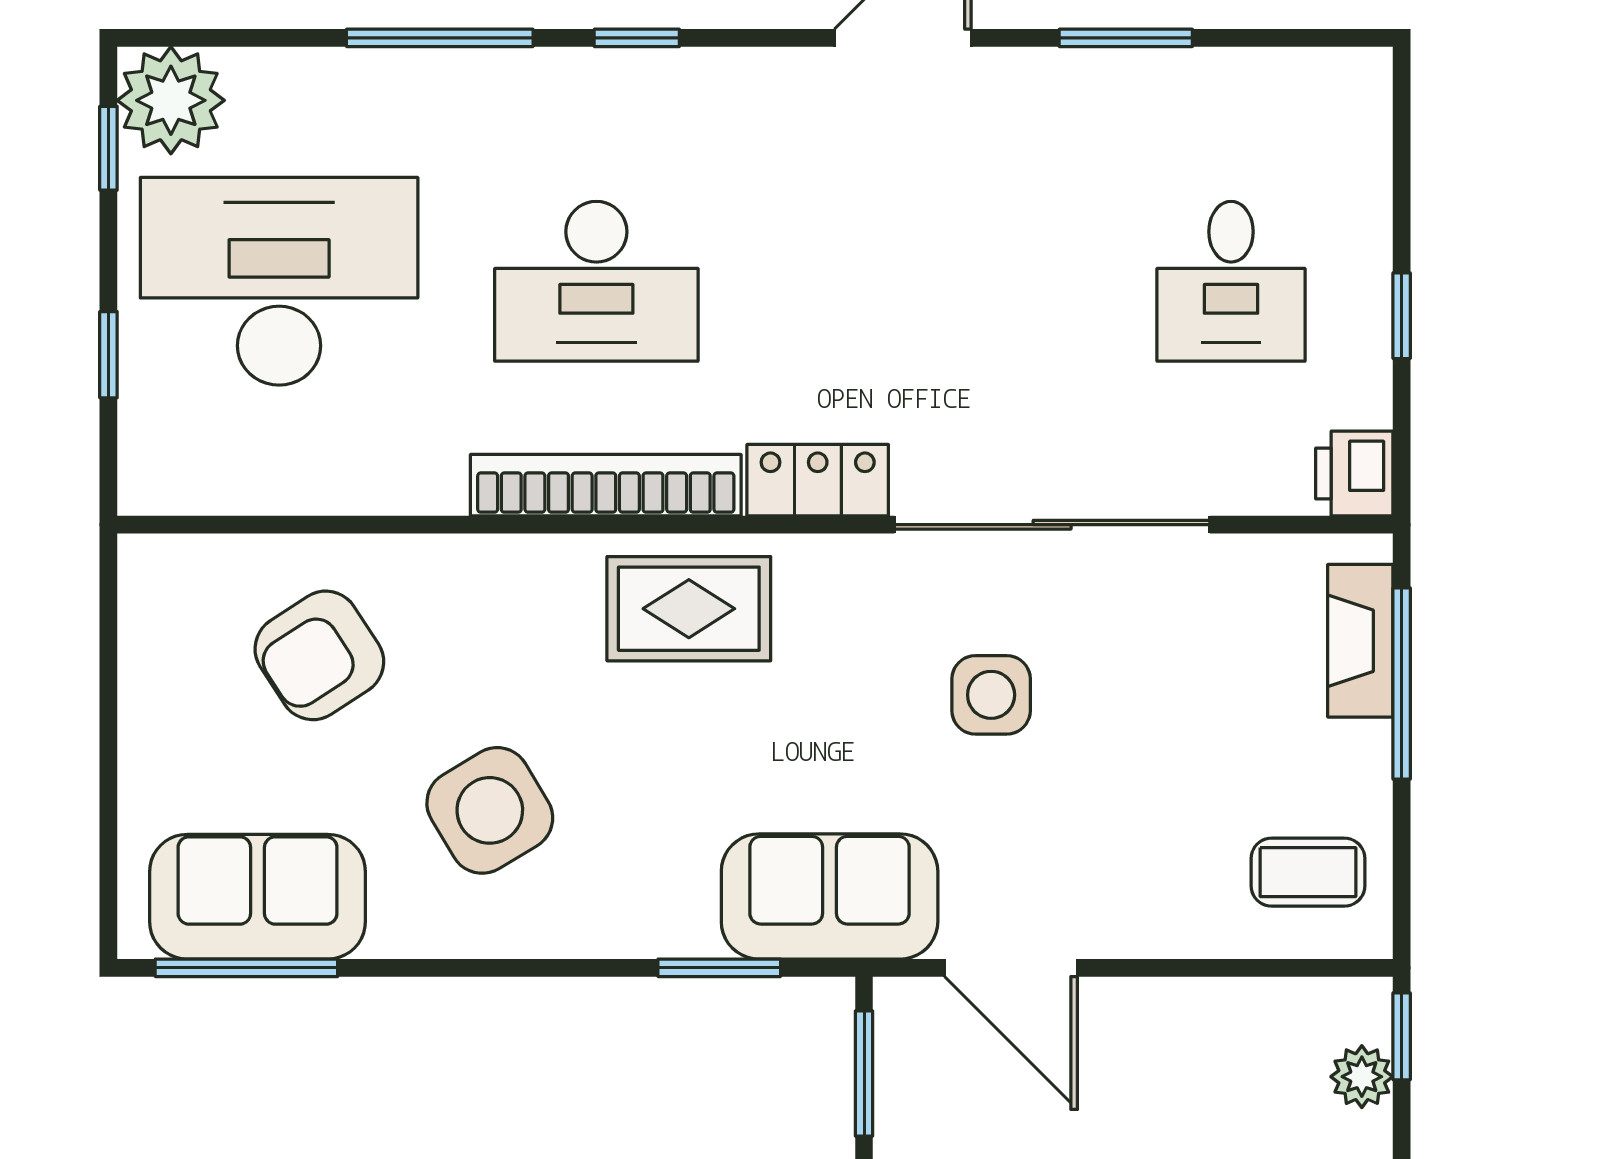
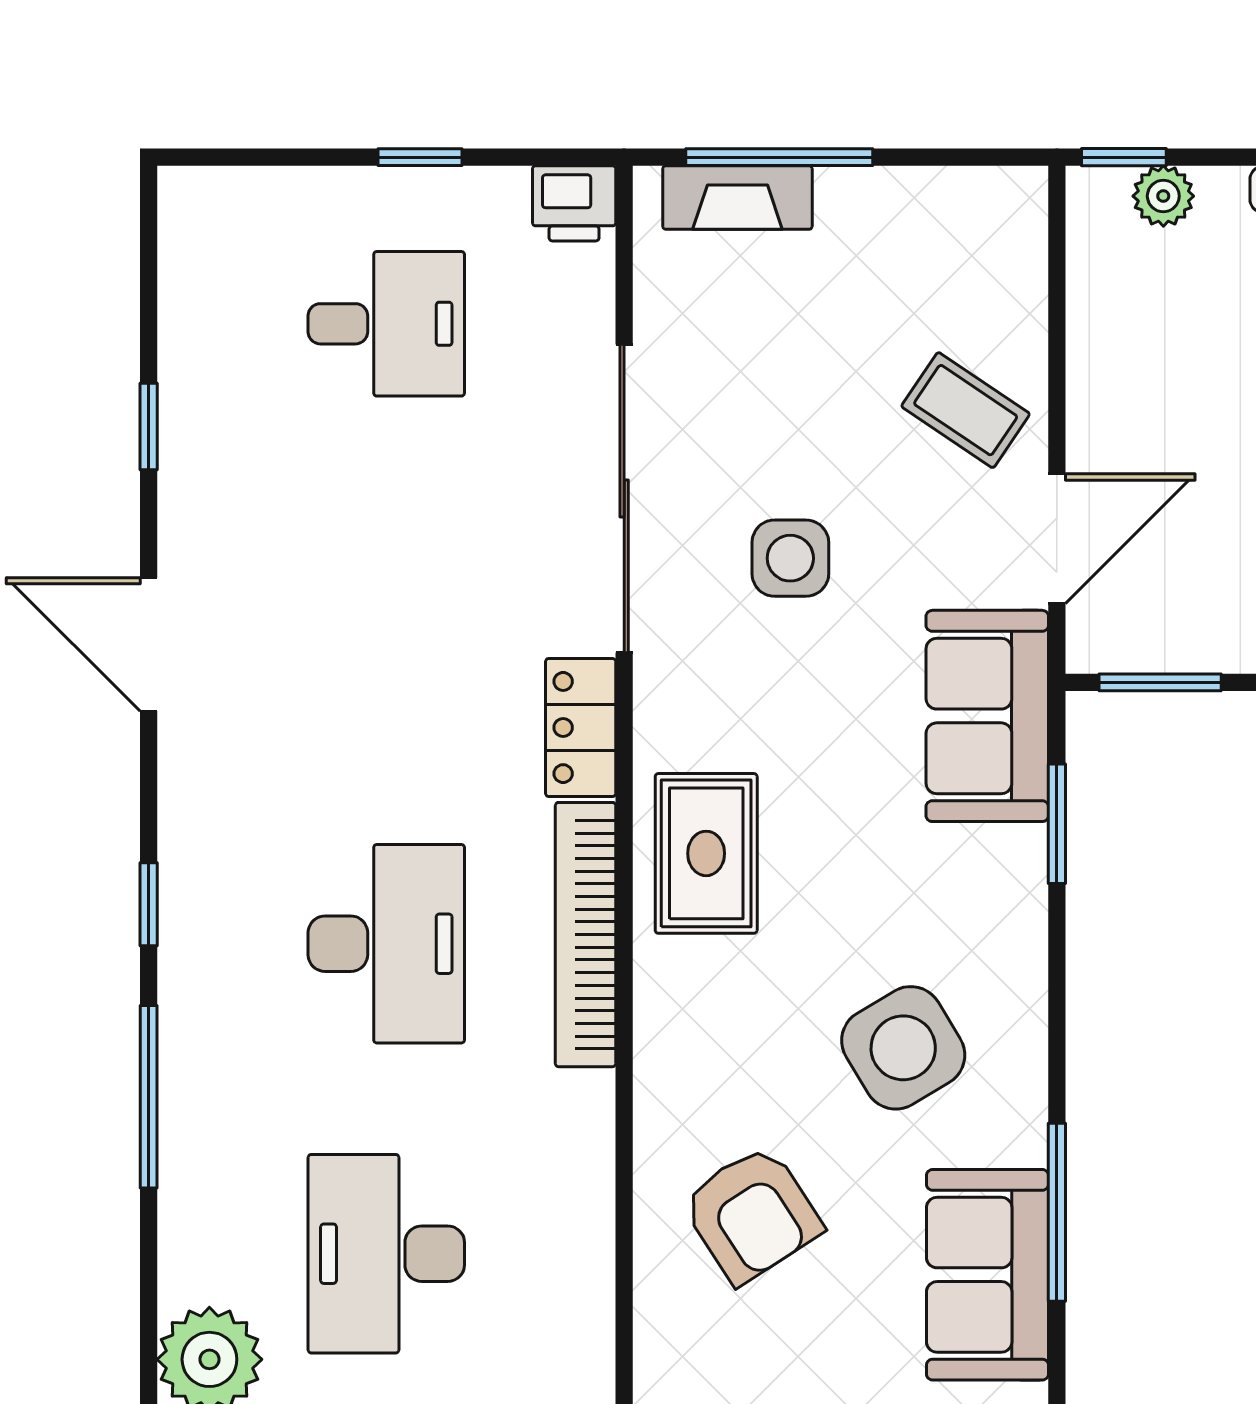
window: (1126, 38) -> (149, 427), width x0.67
desk: (279, 281) -> (386, 1254), width x0.73, depth x0.77
coffee table: (1308, 872) -> (966, 410), moved, turned -56
window: (246, 968) -> (1057, 1212), moved

